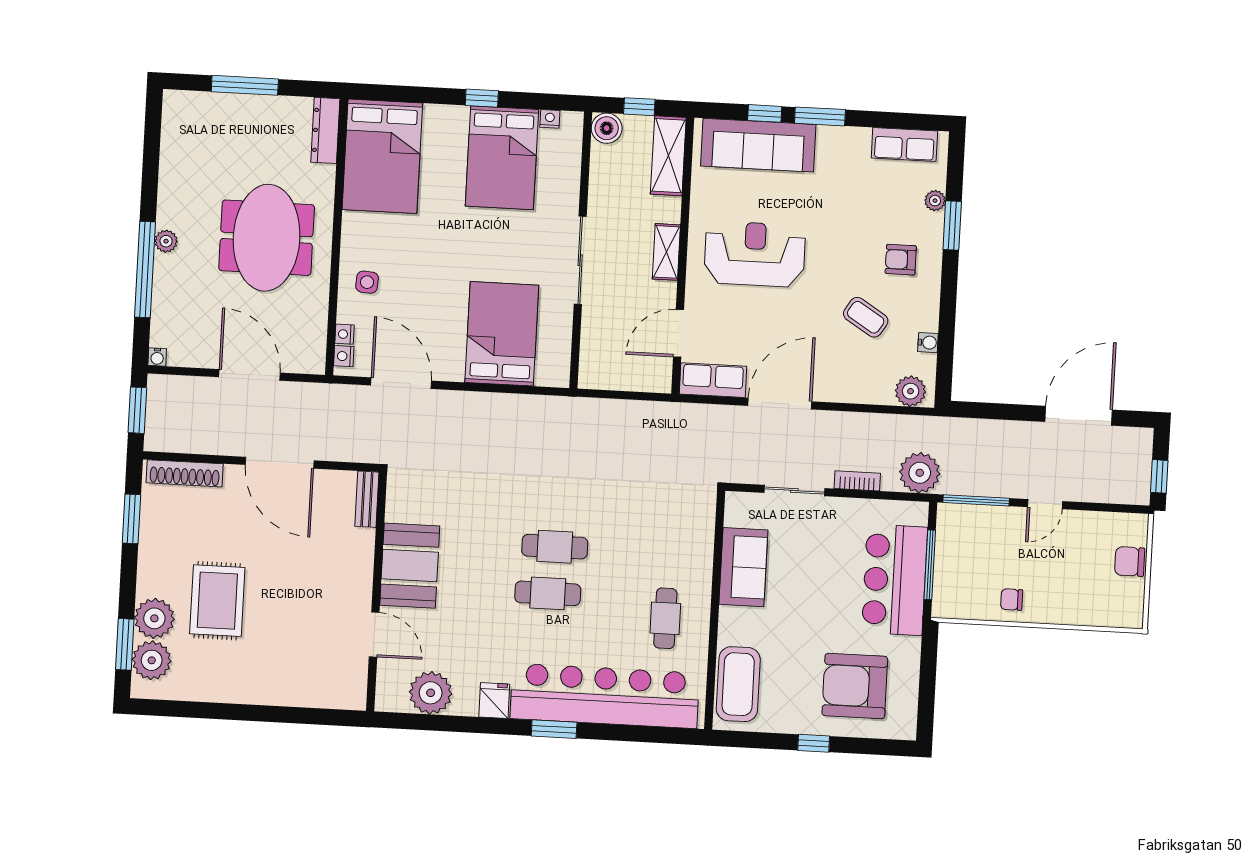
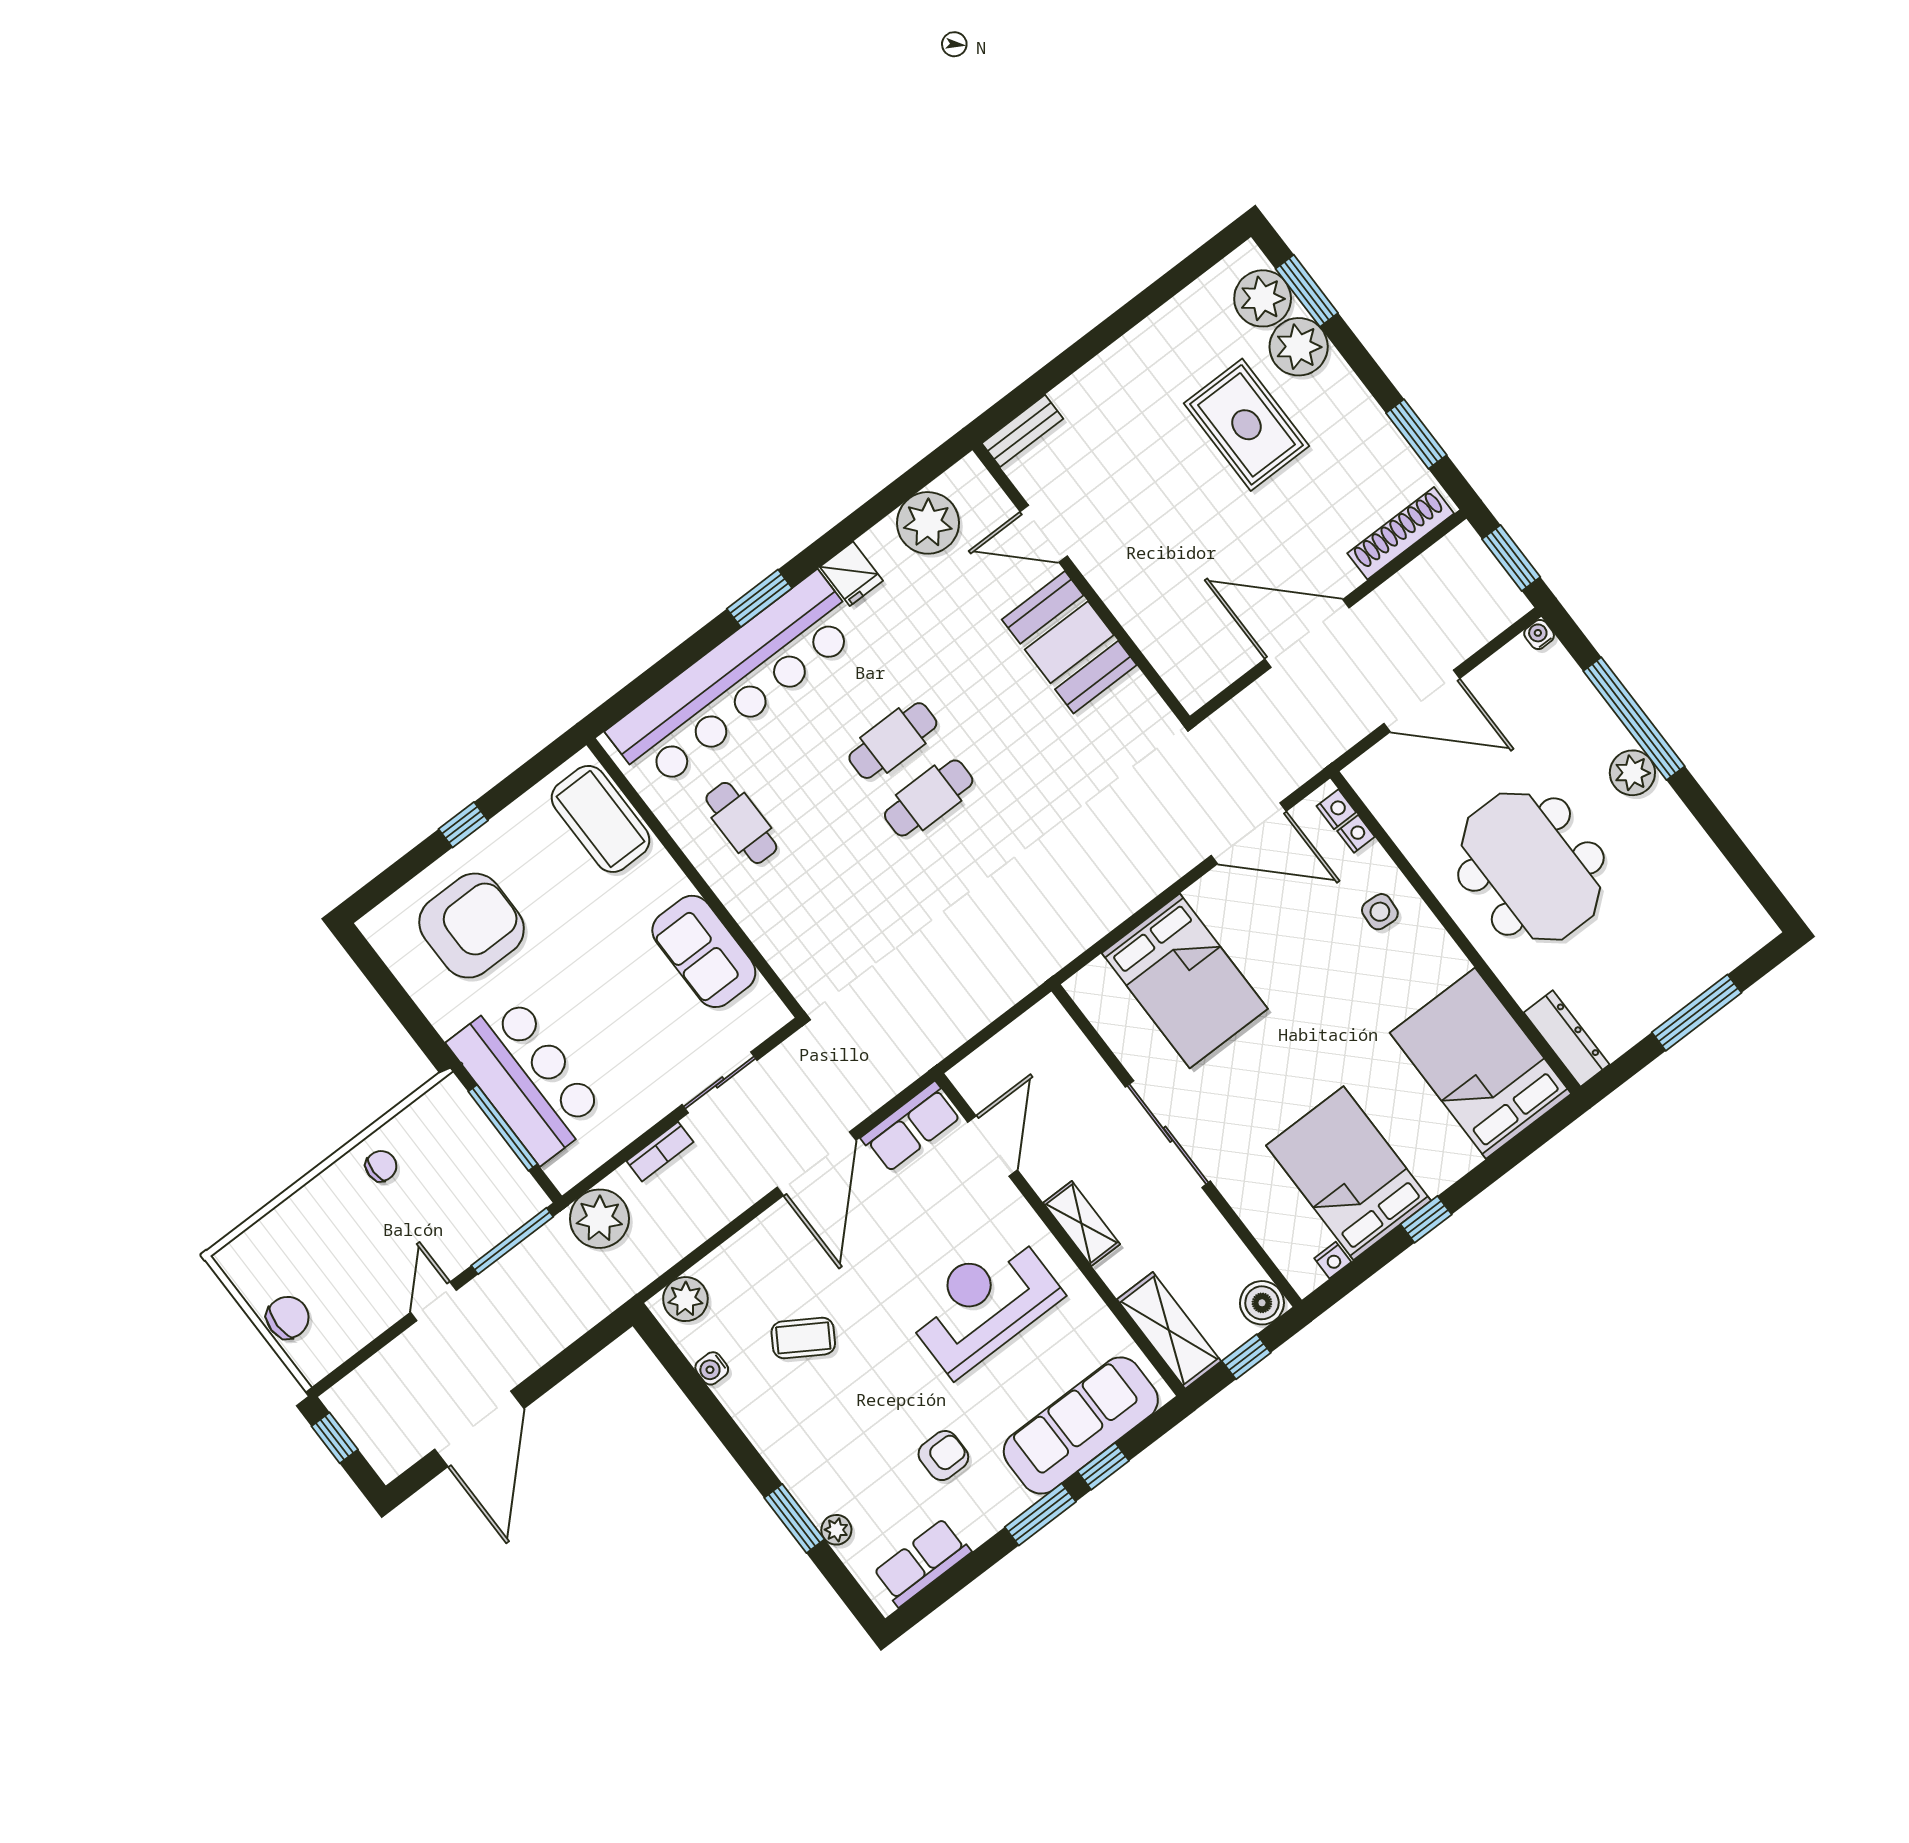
plant: (166, 241) -> (1632, 773), width x1.38, depth x1.38
reception desk: (755, 254) -> (983, 1304), turned 180
armchair: (901, 260) -> (943, 1456), moved
bench: (367, 499) -> (1022, 431), moved, turned 90

